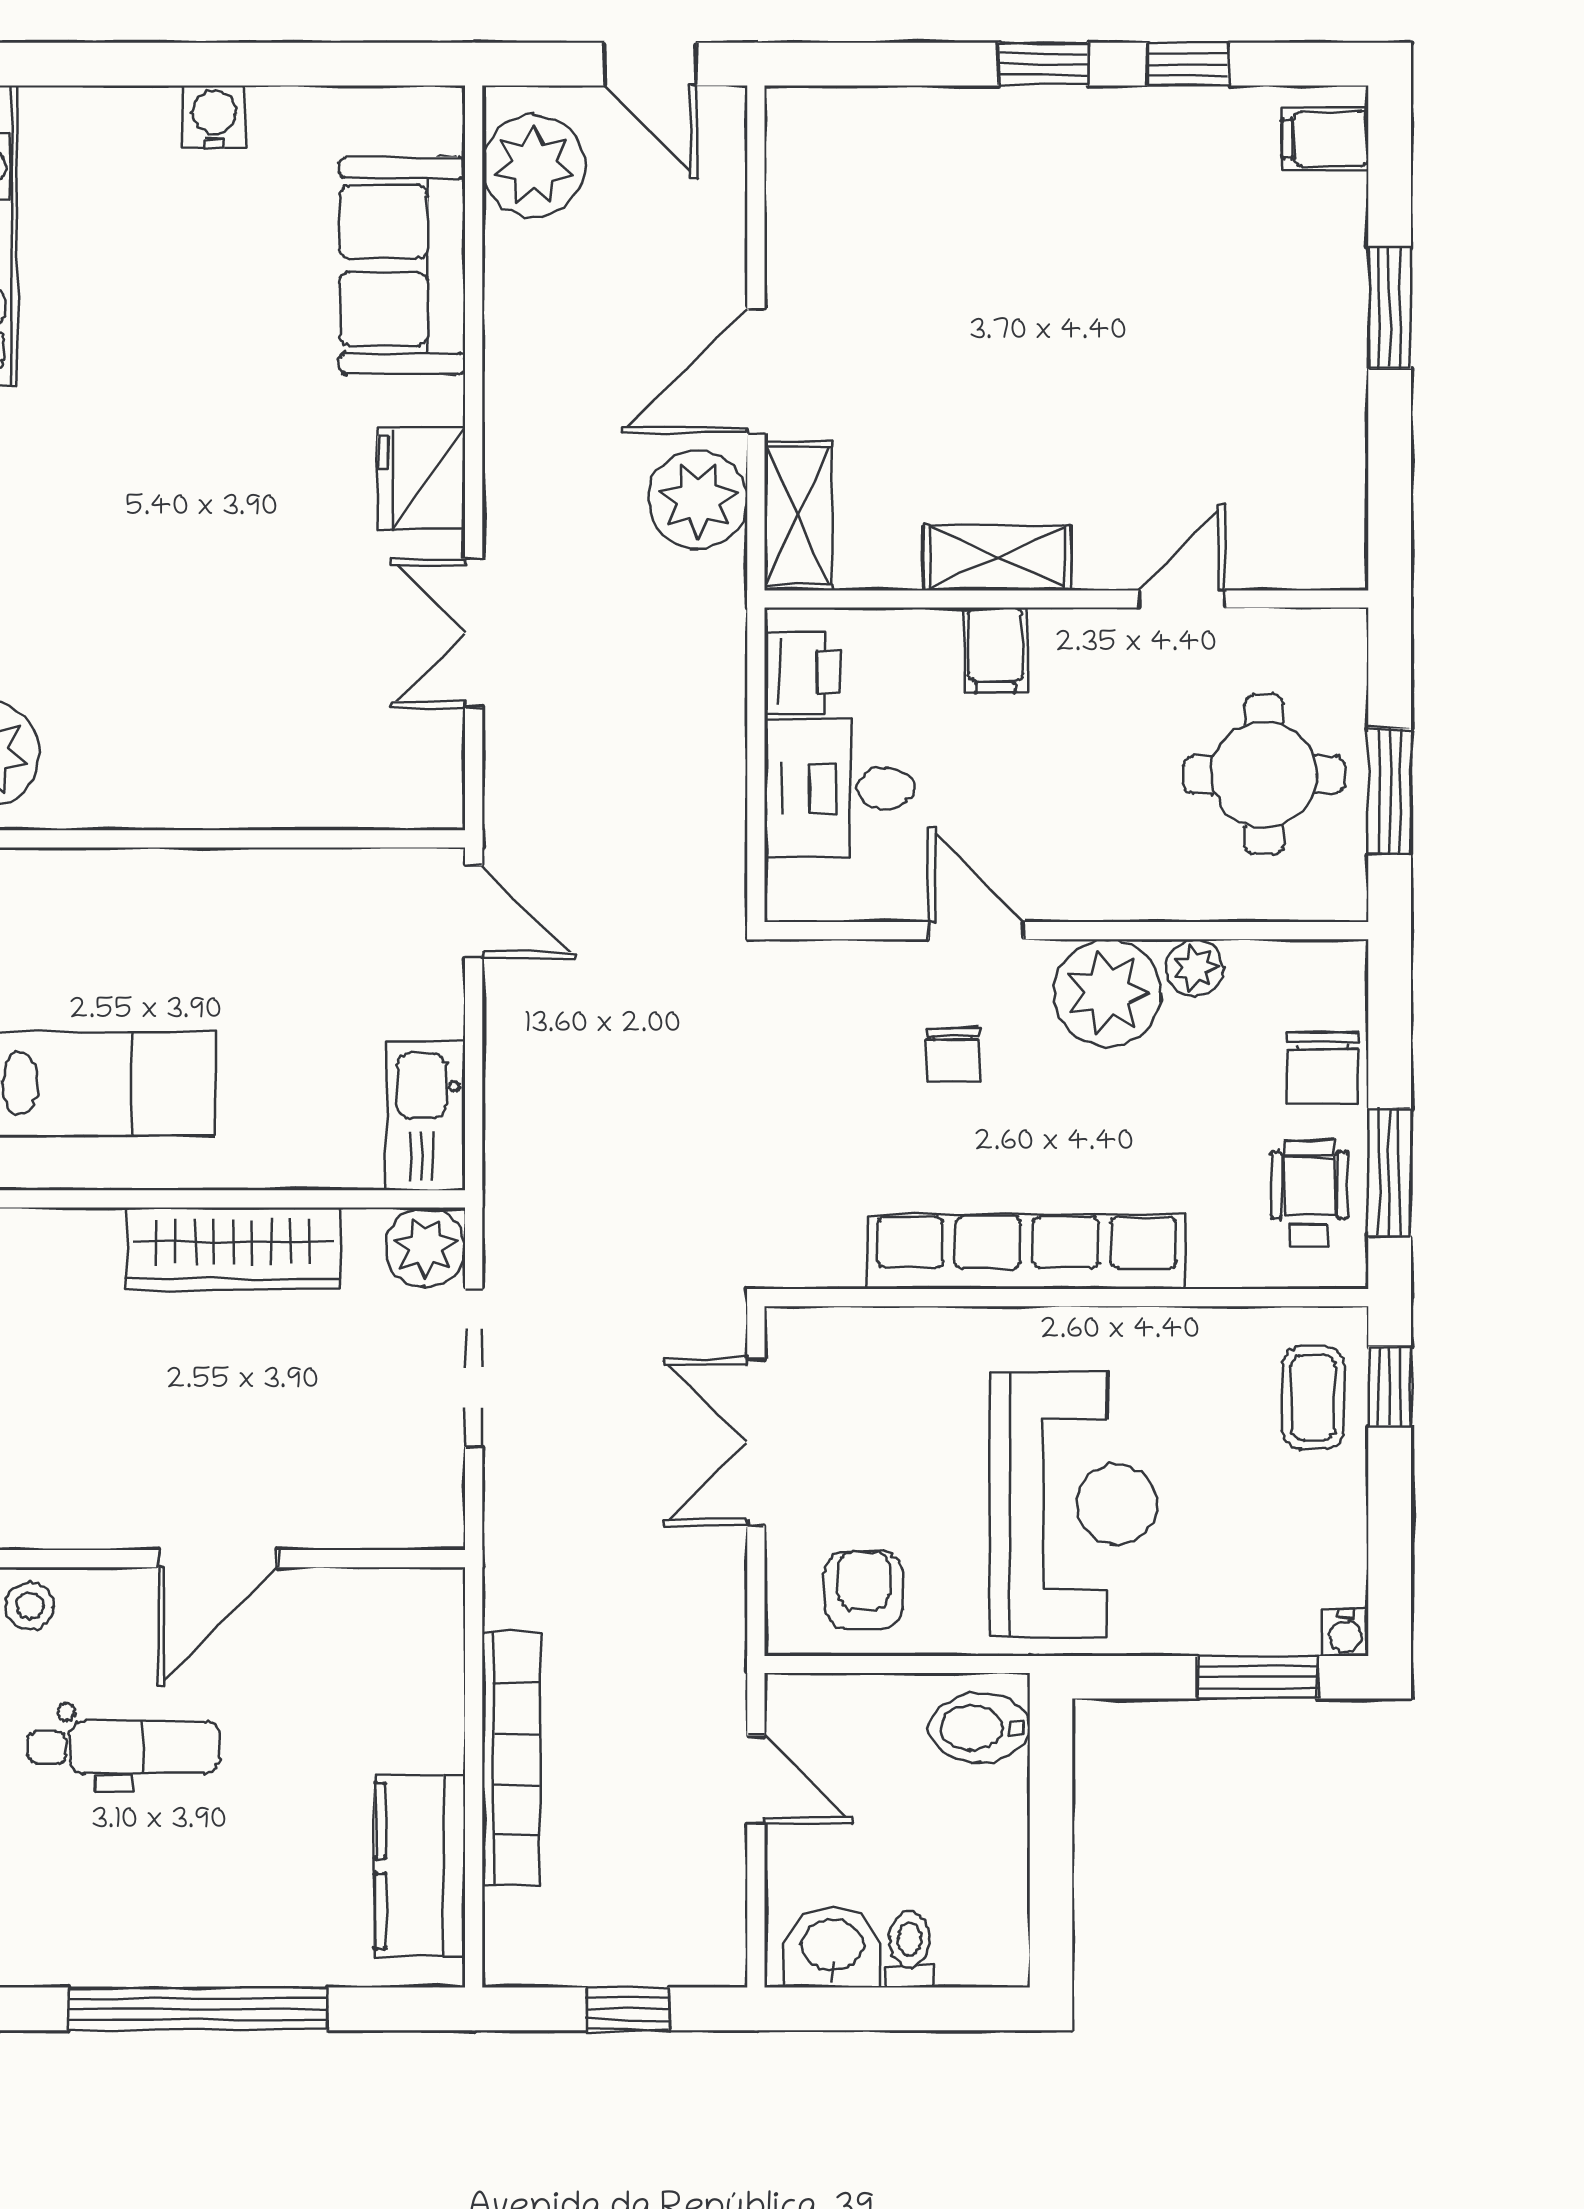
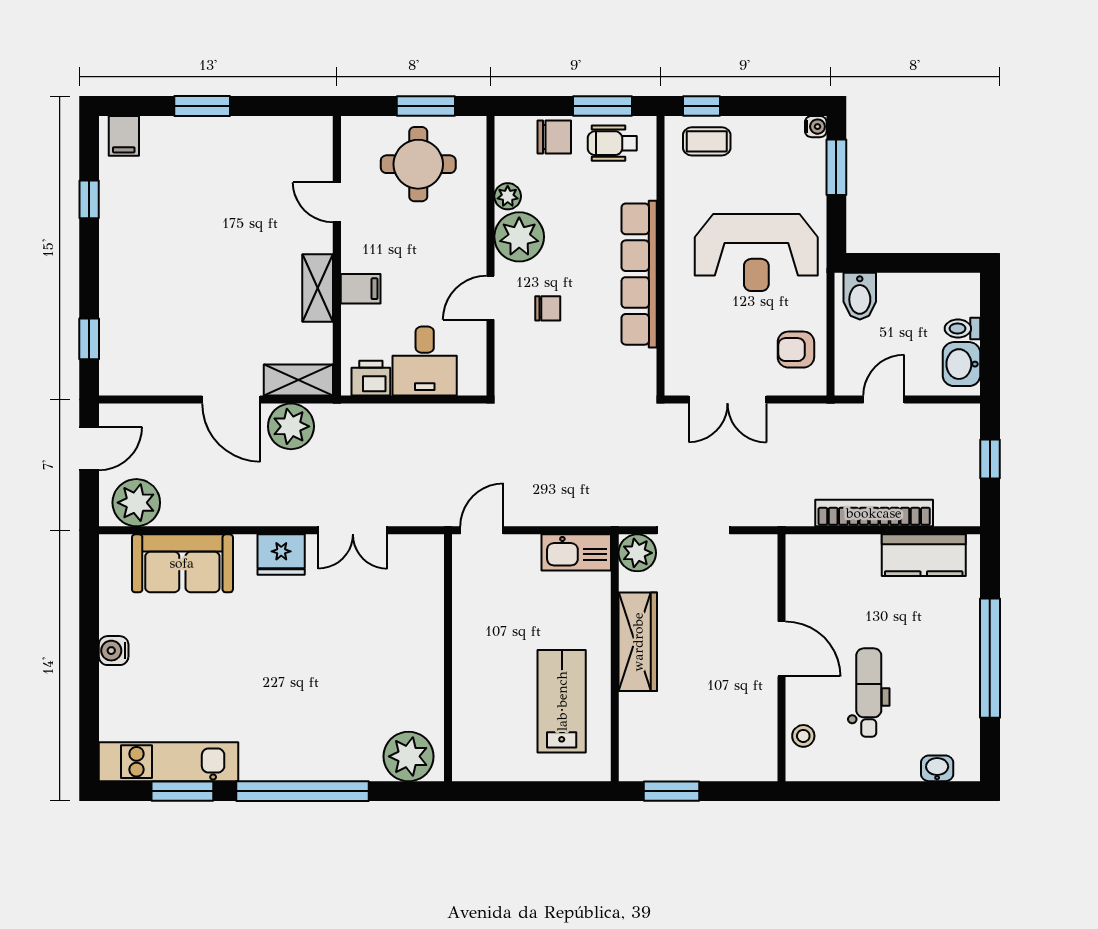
window: (1043, 64) -> (89, 339), moved
reception desk: (1073, 1504) -> (756, 253), turned 180

